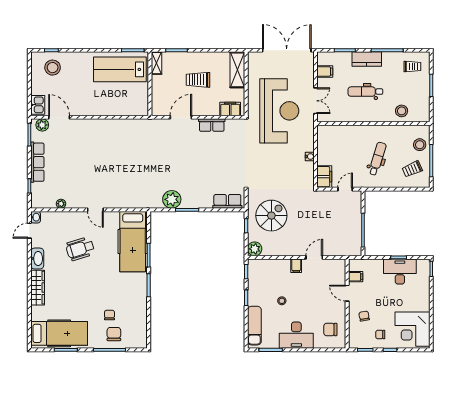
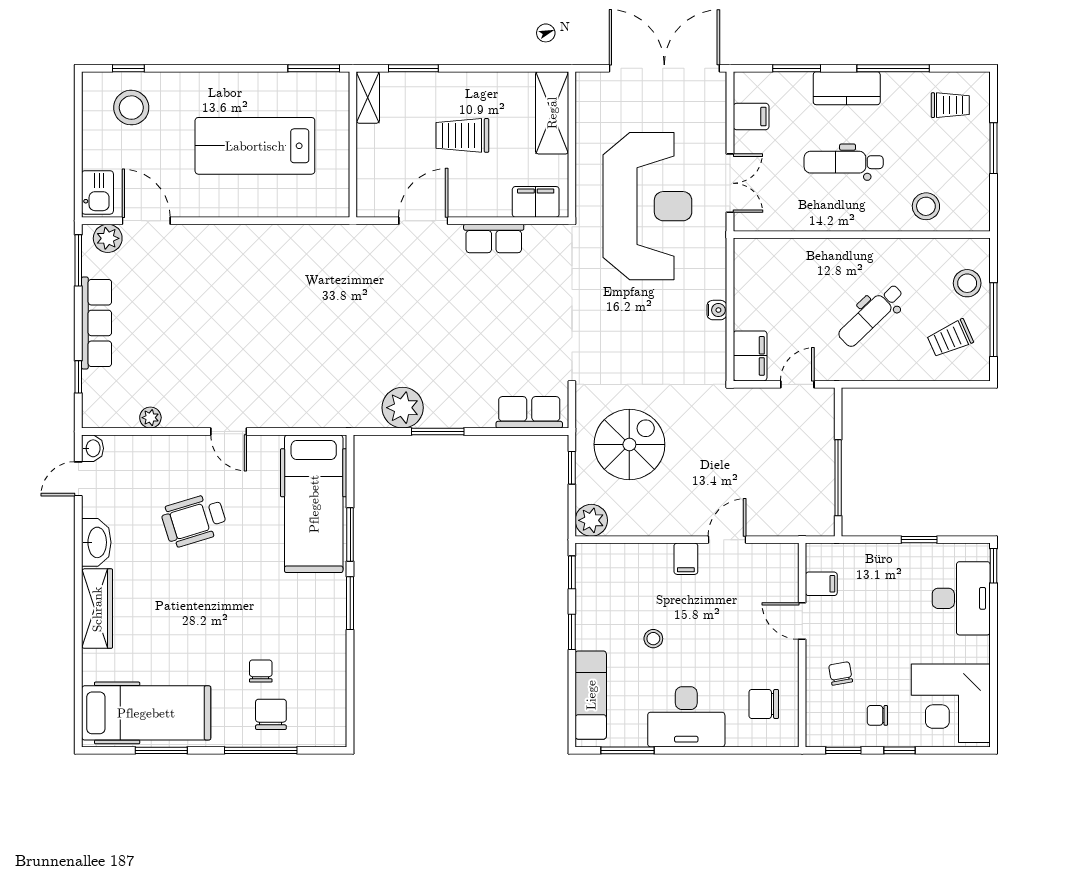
lab bench: (120, 69) -> (255, 146), moved
dental chair: (377, 159) -> (871, 315), turned -151
desk: (400, 271) -> (961, 598), moved, turned 90

